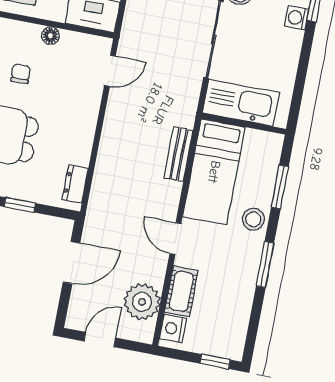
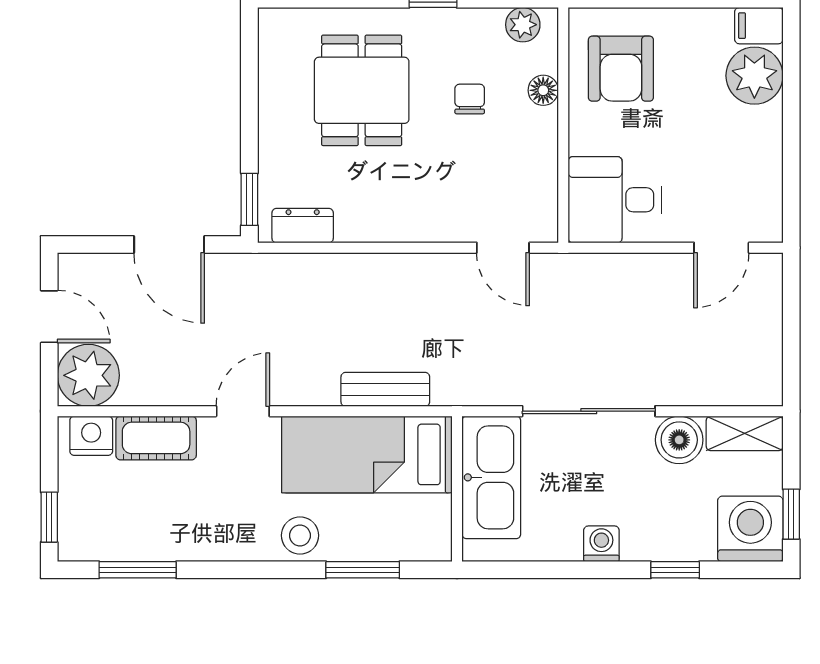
washing machine: (297, 18) -> (601, 544), moved
floor lamp: (50, 36) -> (543, 90), moved
chair: (21, 74) -> (470, 99), turned -88
window: (20, 205) -> (249, 199), moved
window: (265, 264) -> (138, 570), moved
plant: (142, 302) -> (88, 375), moved

